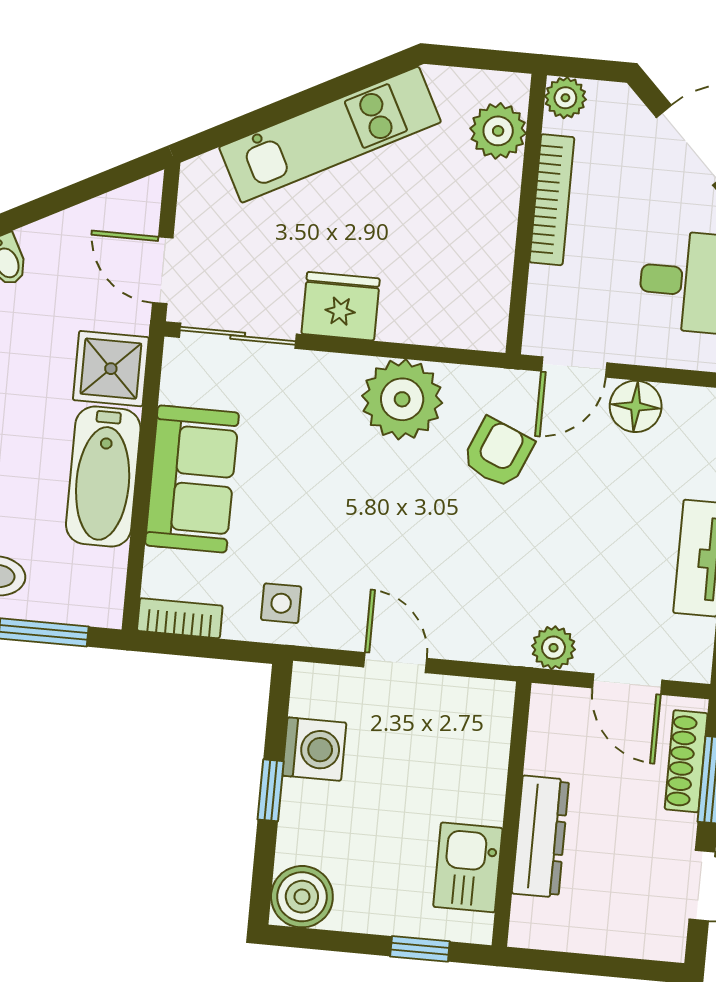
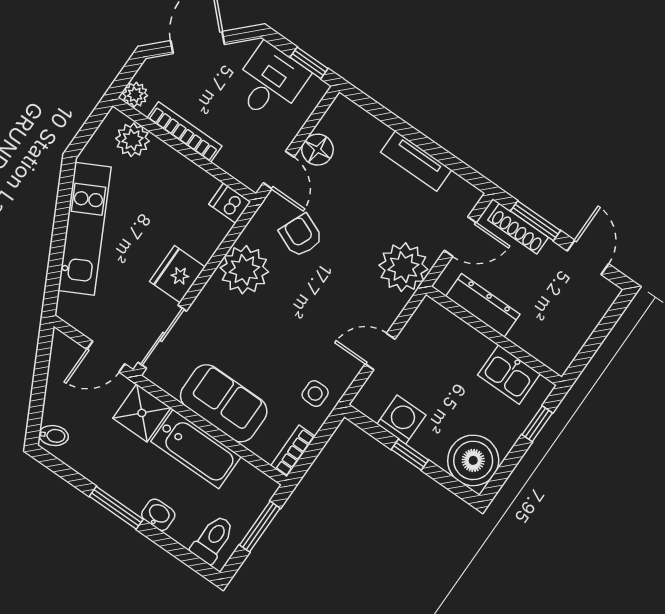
dishwasher: (486, 323) -> (230, 203), added
plant: (553, 648) -> (403, 267), width x1.87, depth x1.87
dresser: (540, 837) -> (483, 305), moved
boiler: (302, 897) -> (473, 460), width x1.37, depth x1.37

